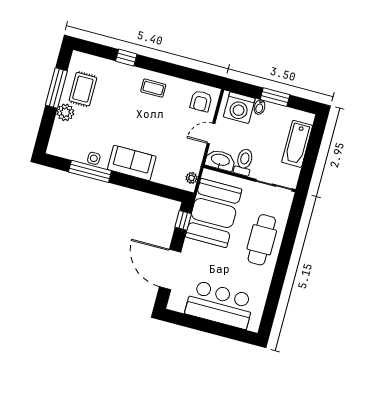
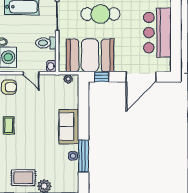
washbasin: (220, 160) -> (51, 66), width x0.52, depth x0.69

